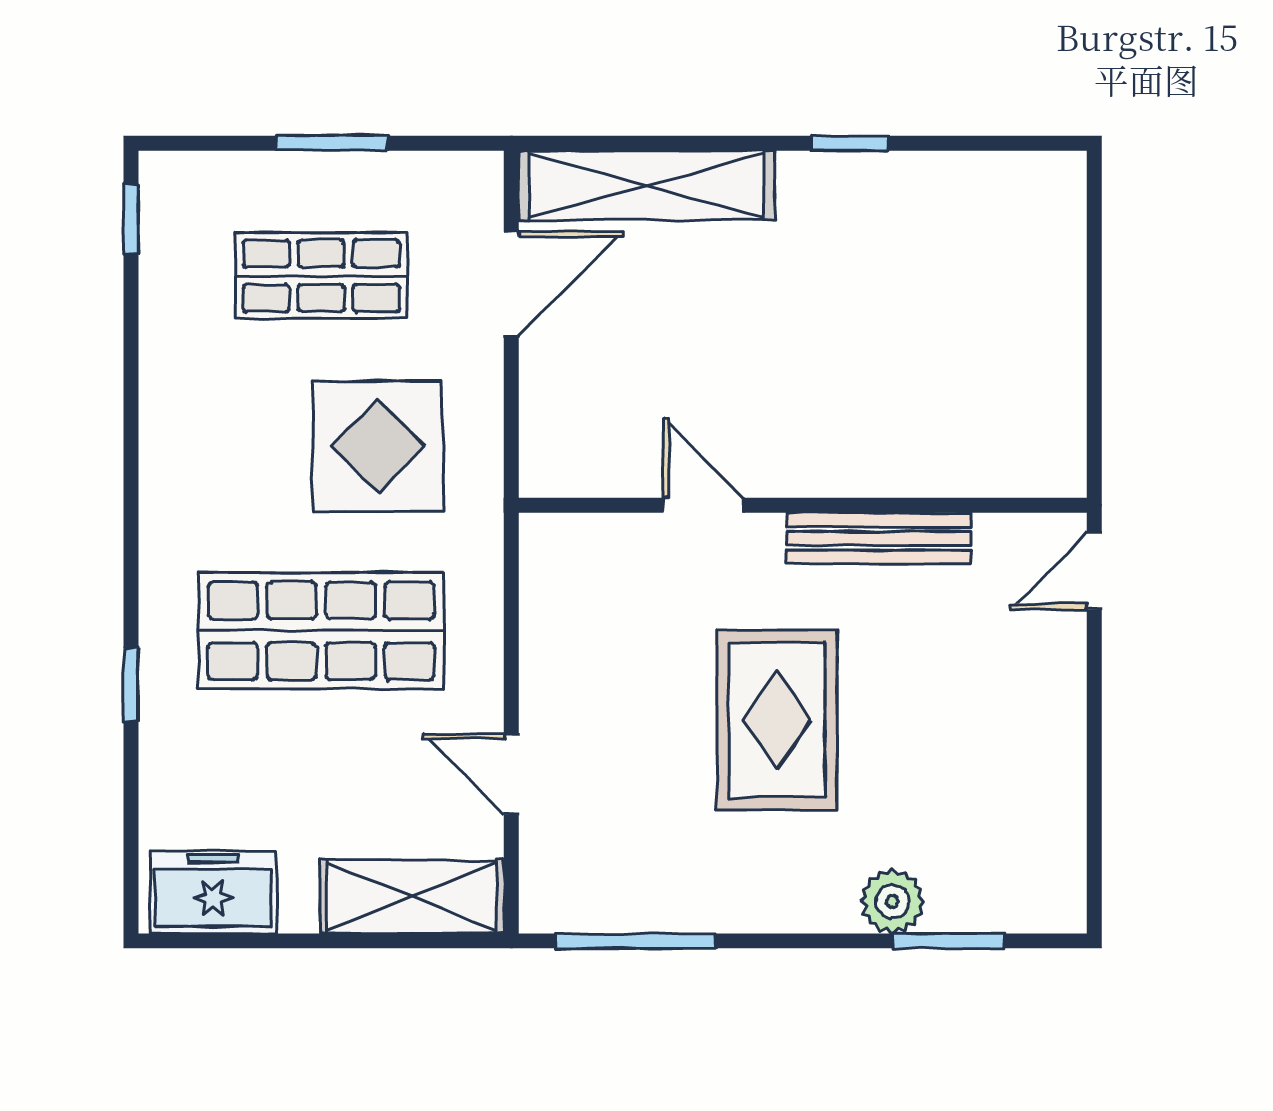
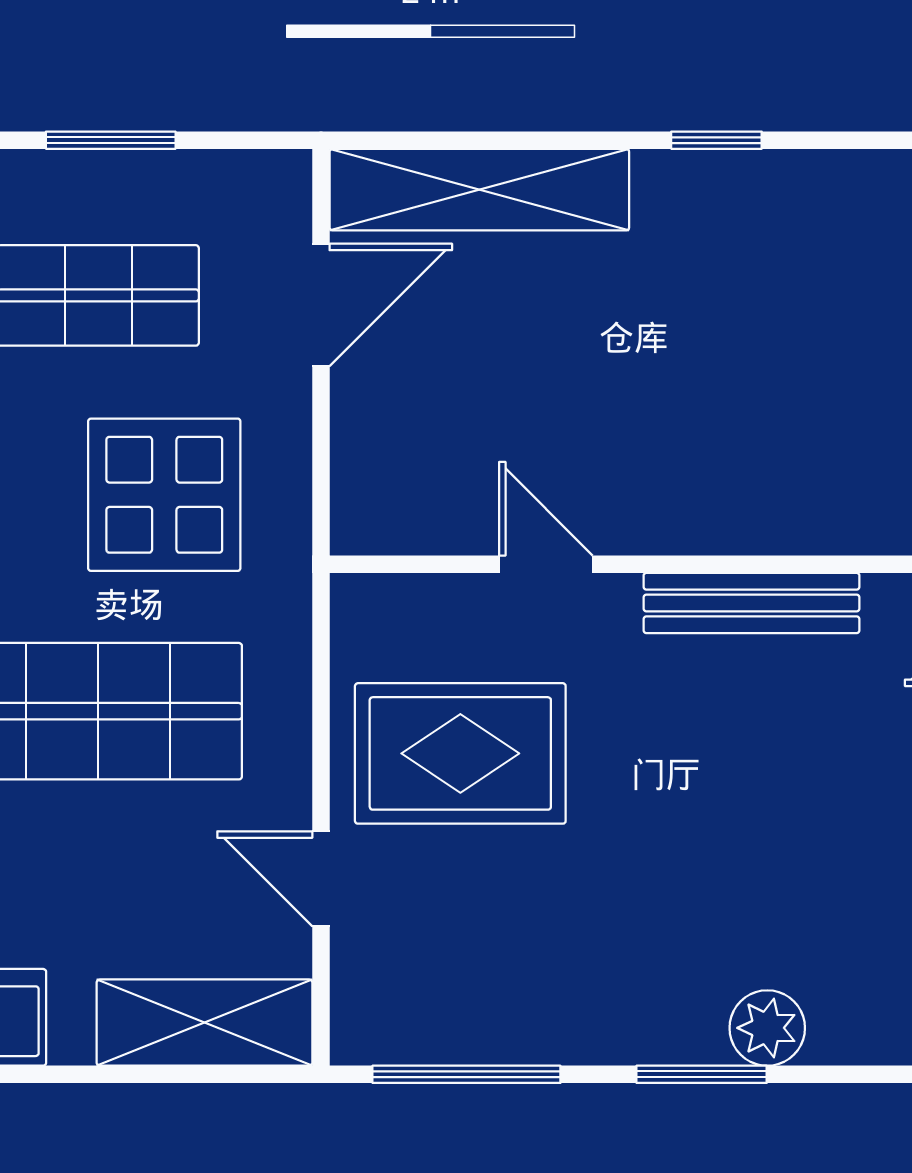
rug: (777, 720) -> (460, 753), moved, turned 90
window: (948, 941) -> (702, 1074), moved

